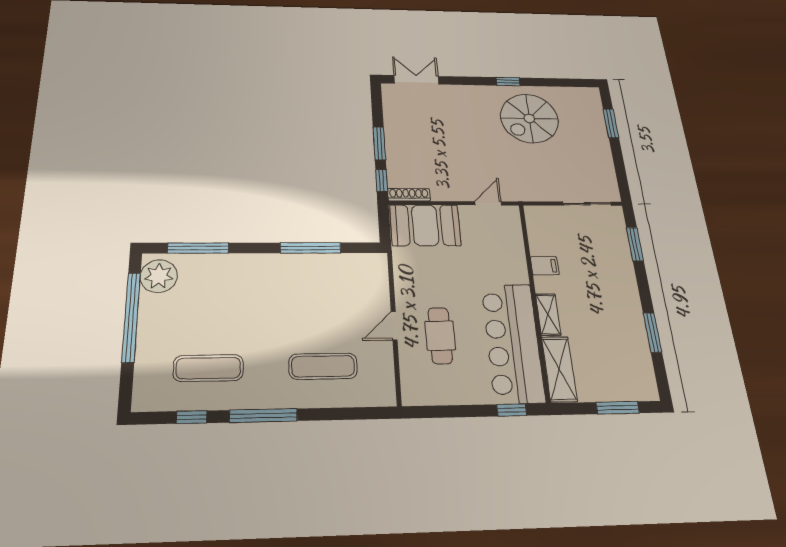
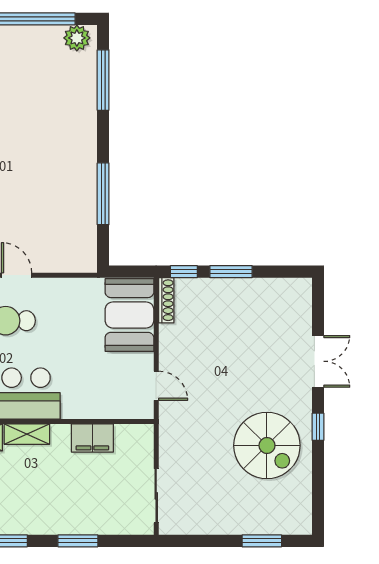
double door: (416, 80) -> (318, 361), moved
spiral stairs: (529, 118) -> (267, 445), turned 180
window: (635, 244) -> (78, 541), moved
filing cabinet: (545, 266) -> (92, 438), width x2.00
plant: (159, 276) -> (77, 38), width x0.73, depth x0.73

